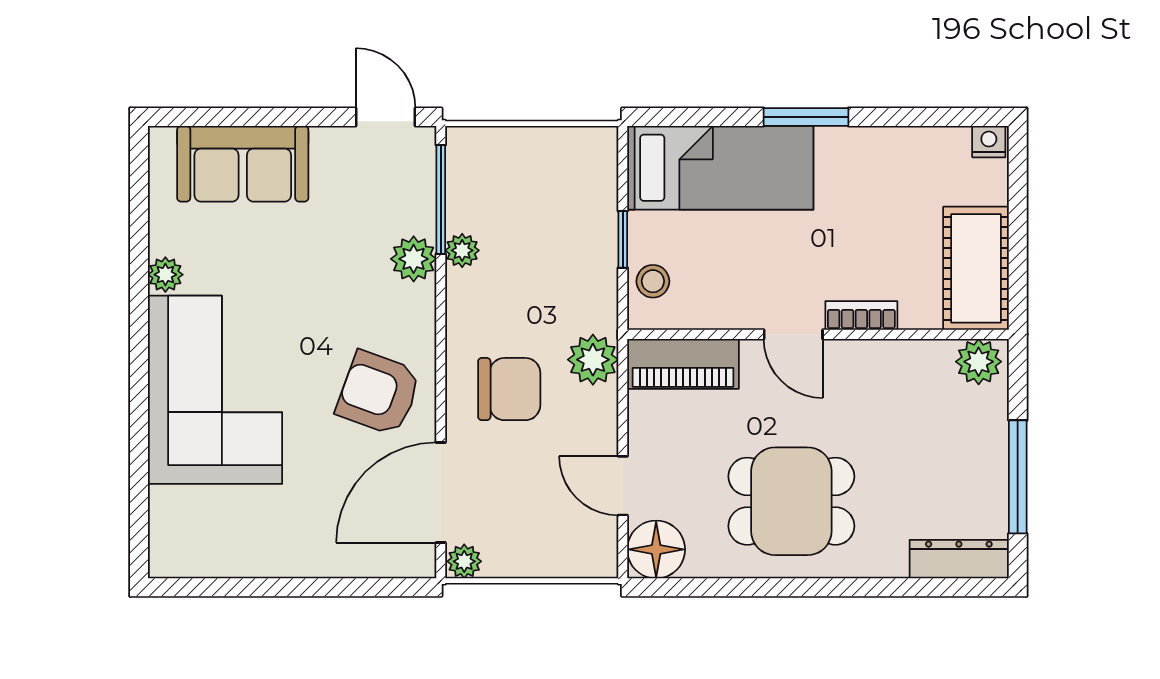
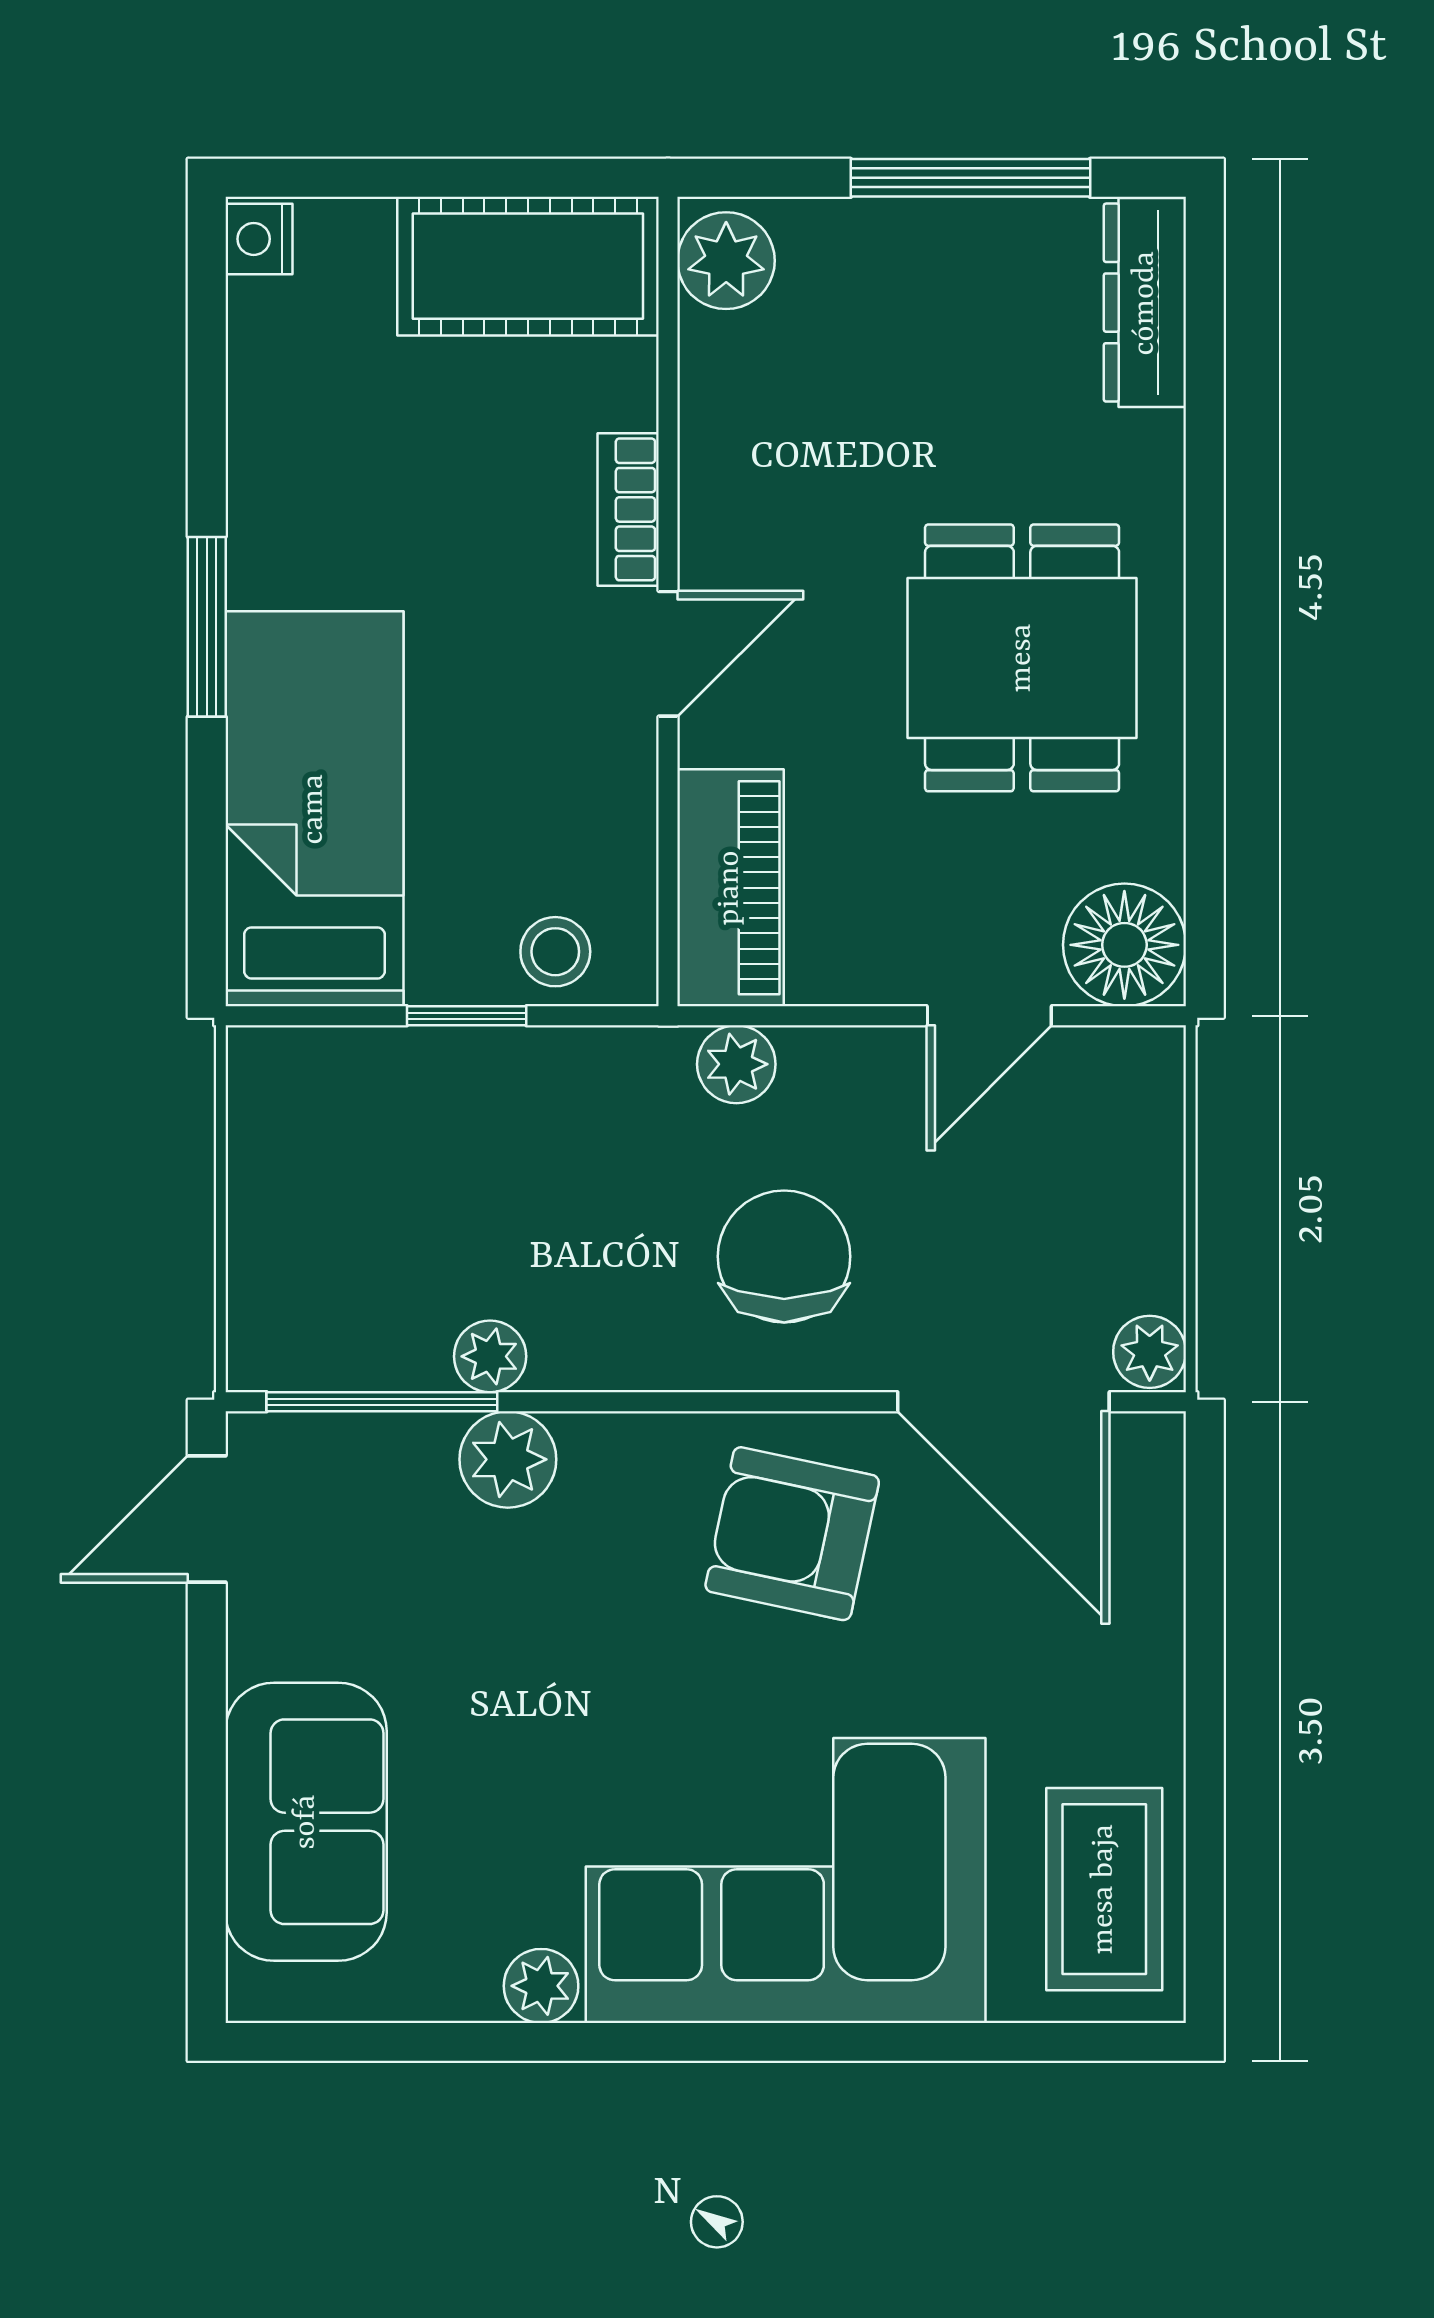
plant: (593, 360) -> (736, 1064), width x0.73, depth x0.73
armchair: (379, 393) -> (792, 1534), turned 82
coffee table: (211, 540) -> (1104, 1889), added

